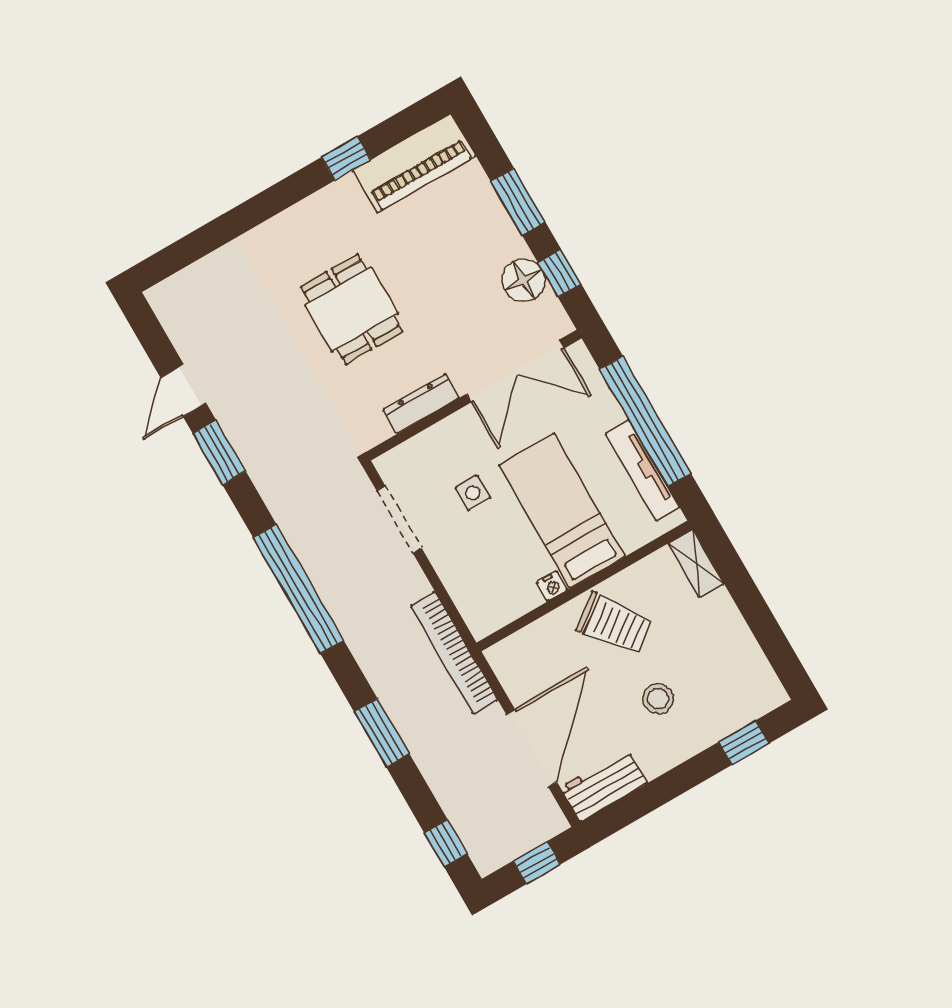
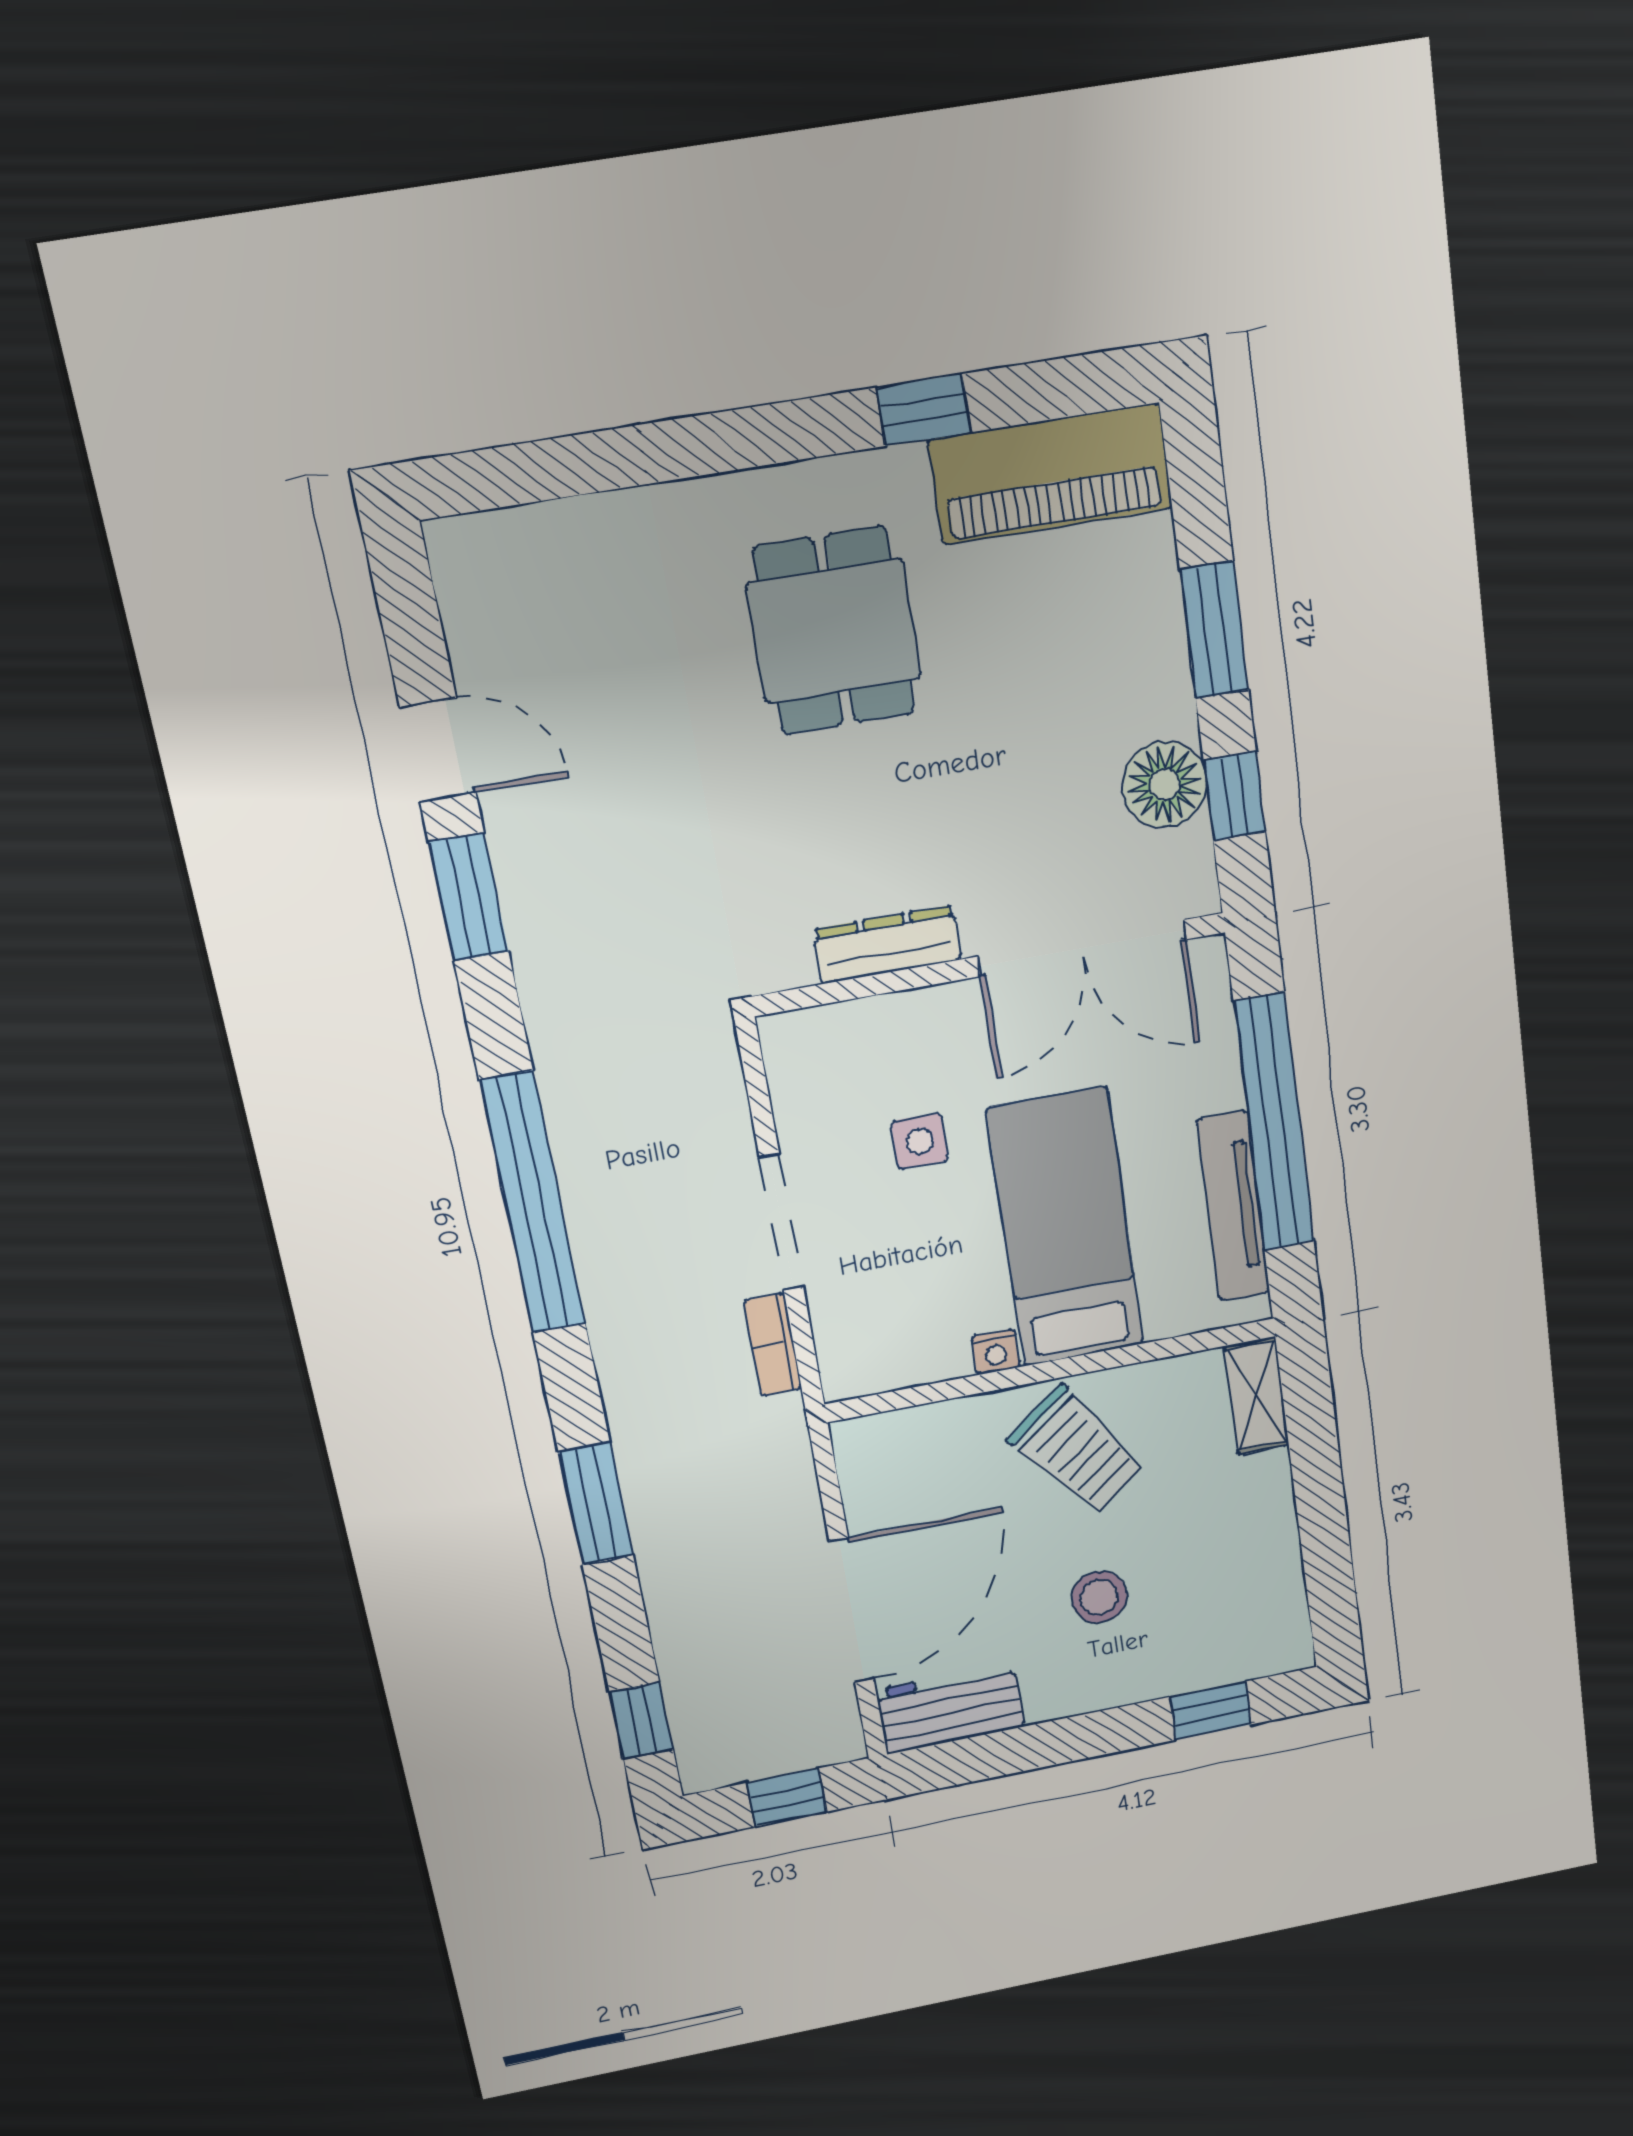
dining table: (352, 309) -> (834, 631), moved
door: (183, 390) -> (438, 750), swing flipped
doorway: (399, 519) -> (781, 1222), moved
bookcase: (454, 653) -> (773, 1345), width x0.43, depth x0.76

